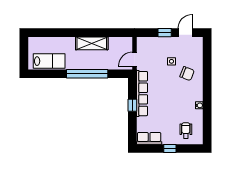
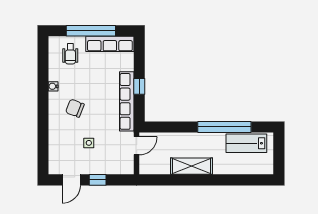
window: (87, 74) -> (224, 127), moved
chair: (187, 74) -> (75, 108), moved
row of seats: (149, 138) -> (110, 44), width x1.48
window: (170, 149) -> (91, 31), width x3.17

